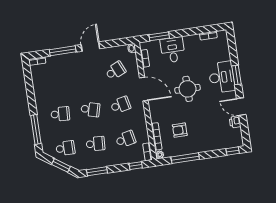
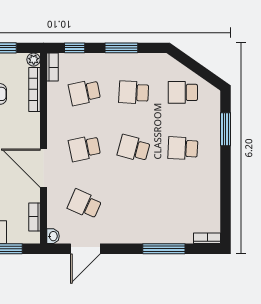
door: (90, 47) -> (85, 249), moved
school desk: (115, 71) -> (84, 204), turned 48
window: (36, 130) -> (226, 129), width x0.69
window: (61, 165) -> (194, 66), removed
window: (97, 171) -> (121, 48), moved

